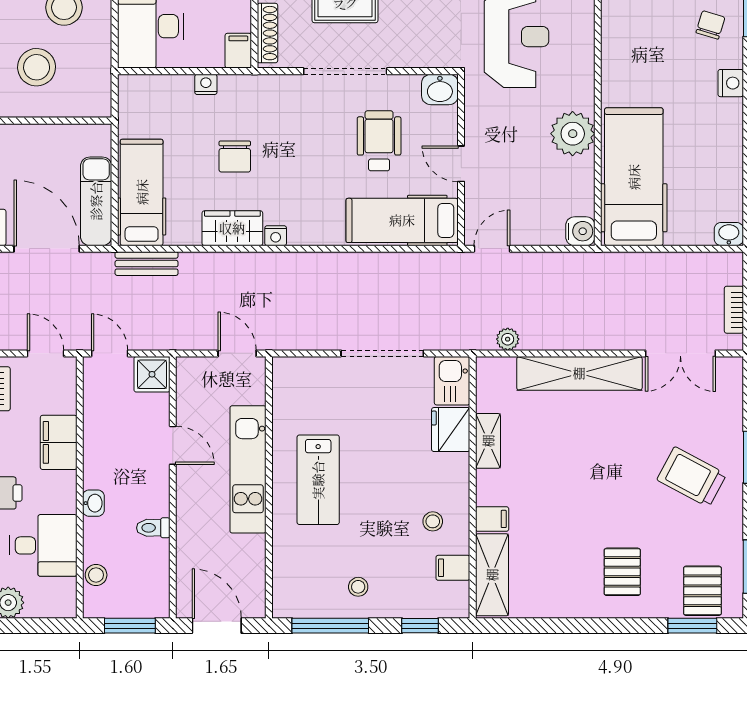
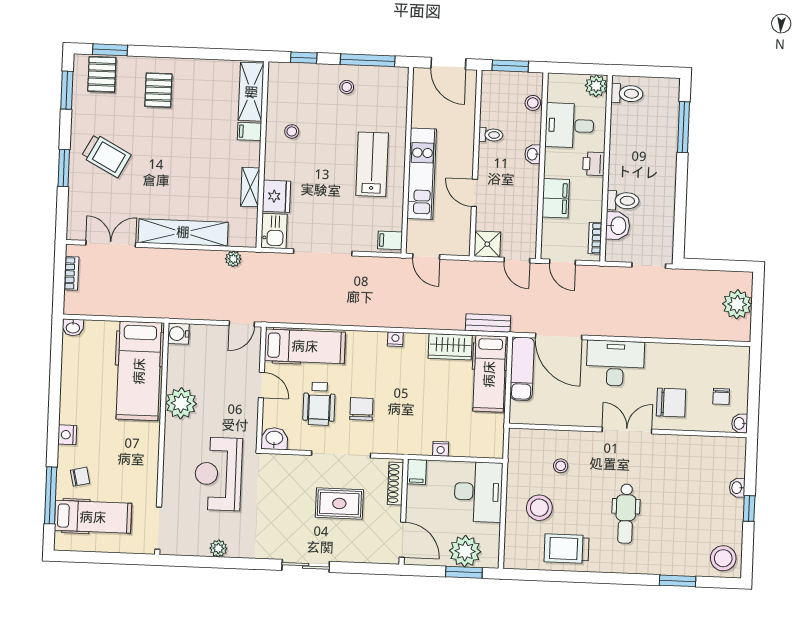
chair: (710, 25) -> (80, 477), turned -120
stool: (37, 67) -> (561, 466), width x0.53, depth x0.53
chair: (235, 157) -> (361, 409), moved
wardrobe: (232, 228) -> (450, 347), moved
filing cabinet: (453, 568) -> (390, 240), moved, turned 180

